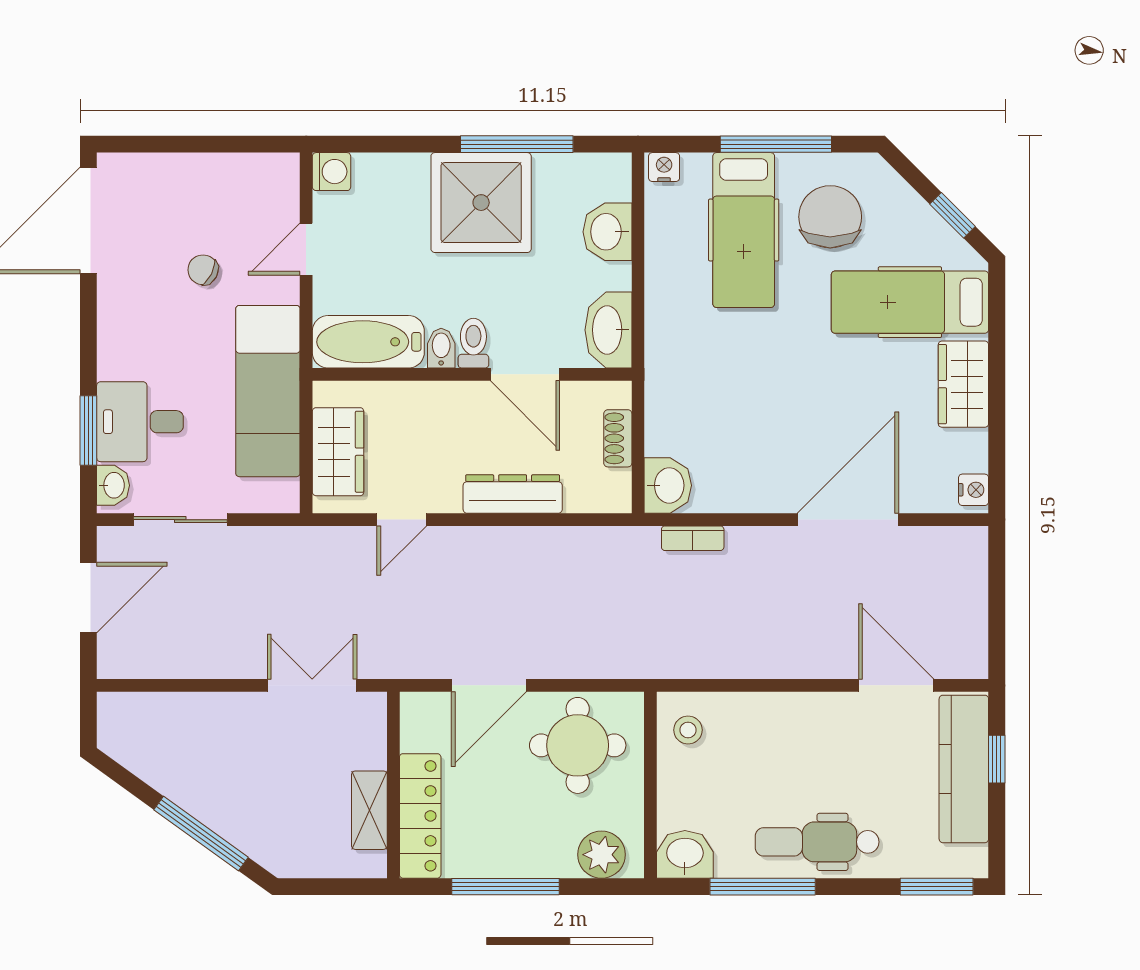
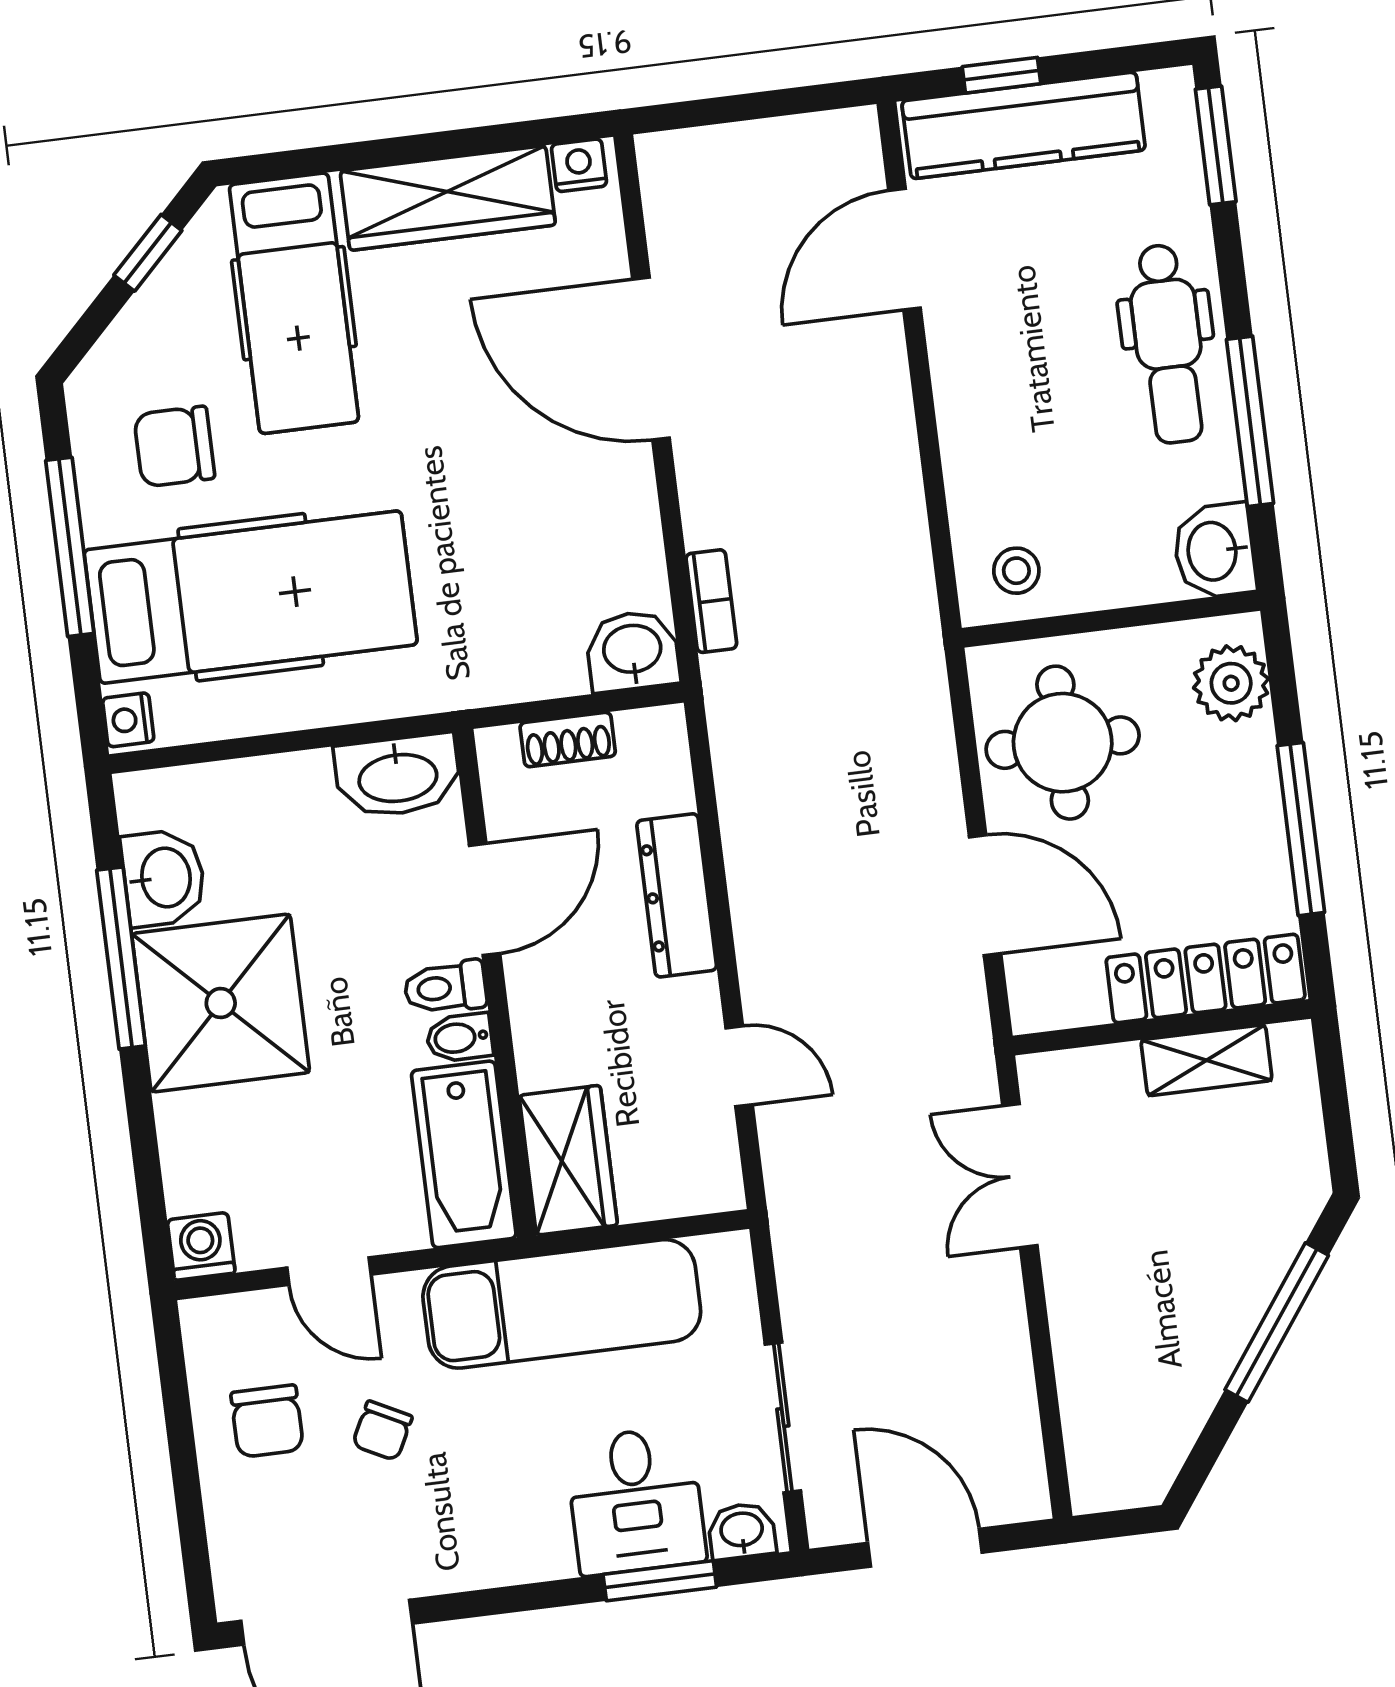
chair: (218, 199) -> (267, 1421), added
chair: (830, 217) -> (174, 447), width x0.73, depth x0.73
hospital bed: (744, 230) -> (251, 597), width x1.37, depth x1.29
washbasin: (607, 232) -> (164, 878), moved, turned -90
wardrobe: (963, 384) -> (448, 198), width x1.50
wardrobe: (338, 452) -> (568, 1160), moved, turned 90

